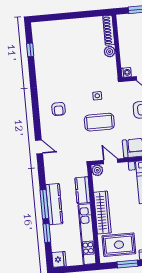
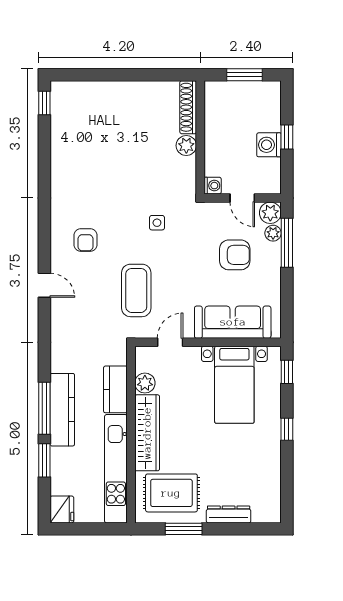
window: (30, 50) -> (44, 103), moved
coffee table: (99, 122) -> (136, 290), moved, turned 90
door: (39, 147) -> (44, 285), moved
door: (111, 161) -> (170, 342), hinge flipped
plant: (97, 170) -> (145, 383), moved

